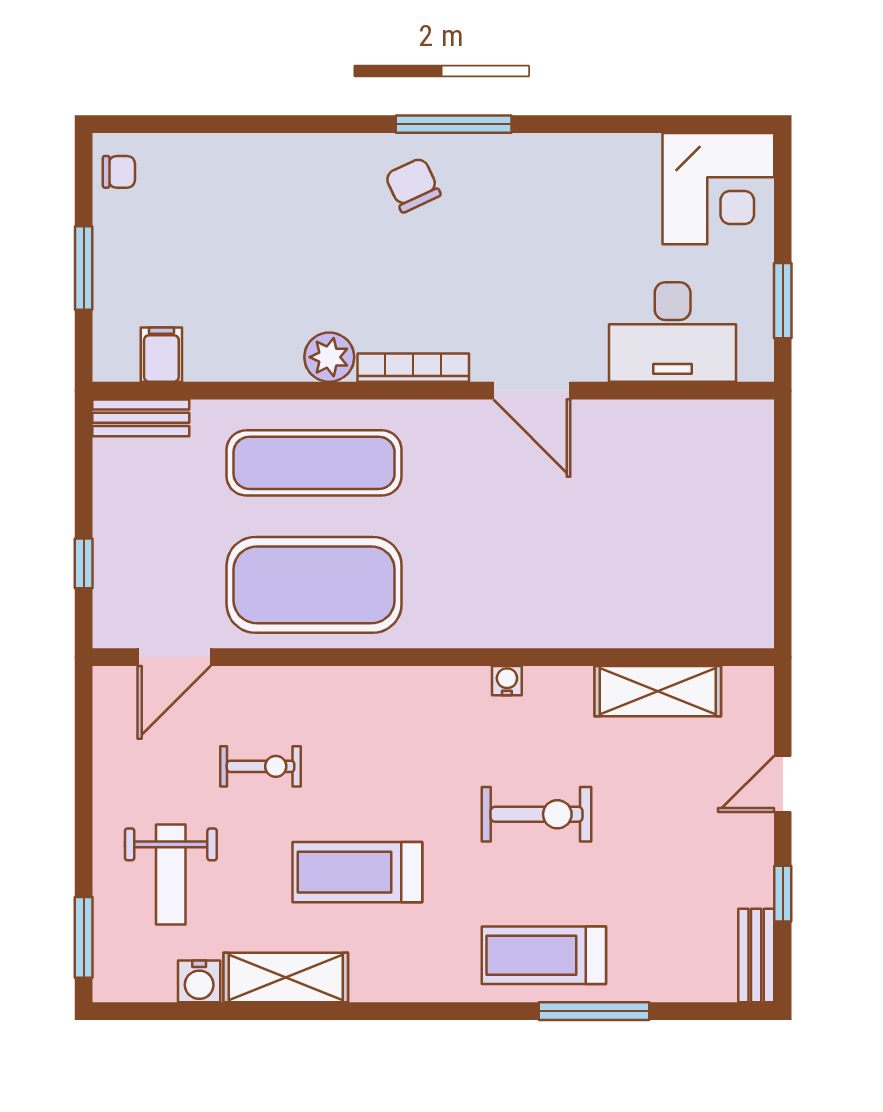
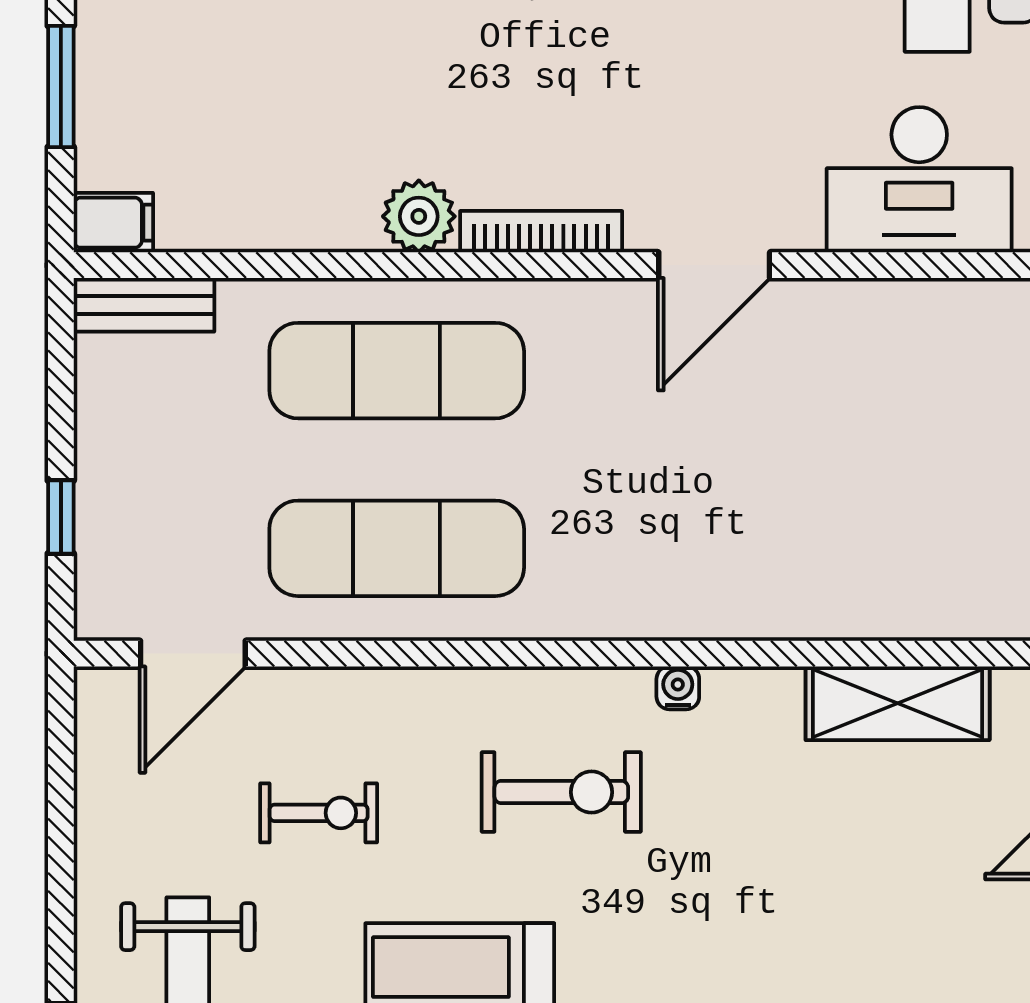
filing cabinet: (161, 355) -> (113, 223), moved, turned 90
door: (532, 391) -> (714, 265), hinge flipped
exercise mat: (314, 585) -> (397, 548), width x0.68
exercise bike: (537, 814) -> (561, 792), moved

